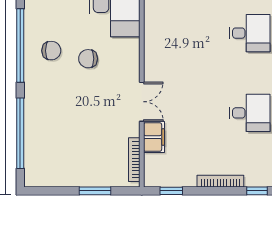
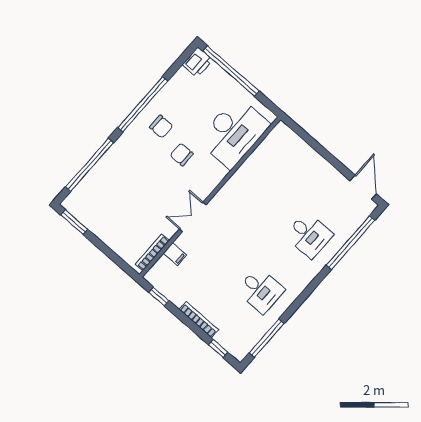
double door: (142, 102) -> (193, 217), swing flipped
filing cabinet: (154, 137) -> (175, 254), width x0.50
window: (95, 191) -> (74, 222), moved

